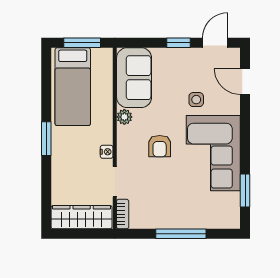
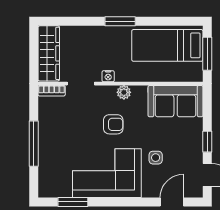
plant: (124, 117) -> (124, 92), moved
armchair: (160, 146) -> (113, 124), turned 180

